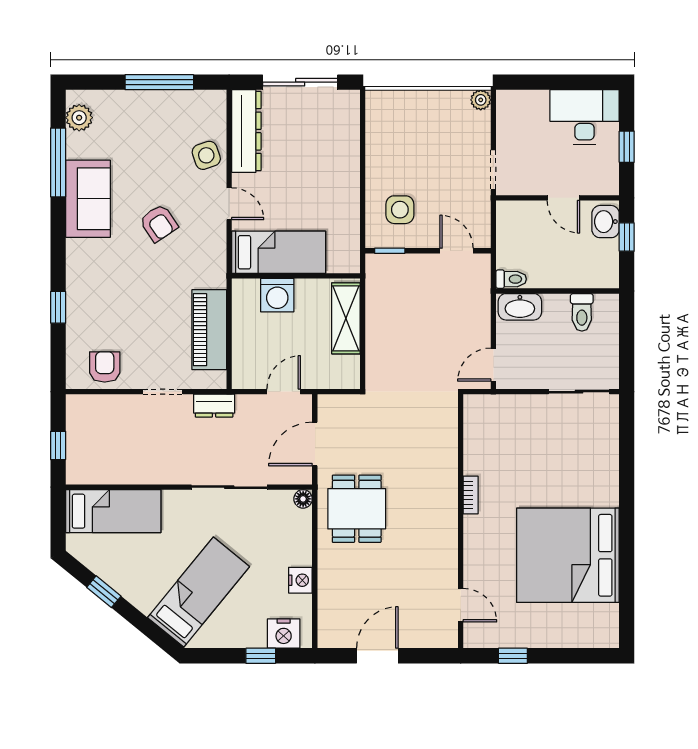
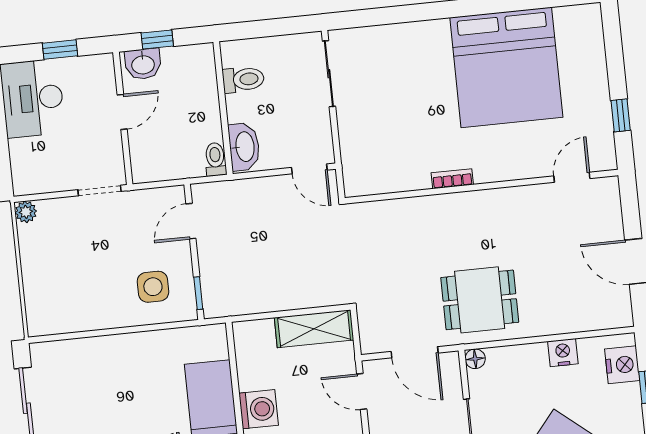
shelving: (346, 318) -> (314, 329), moved

